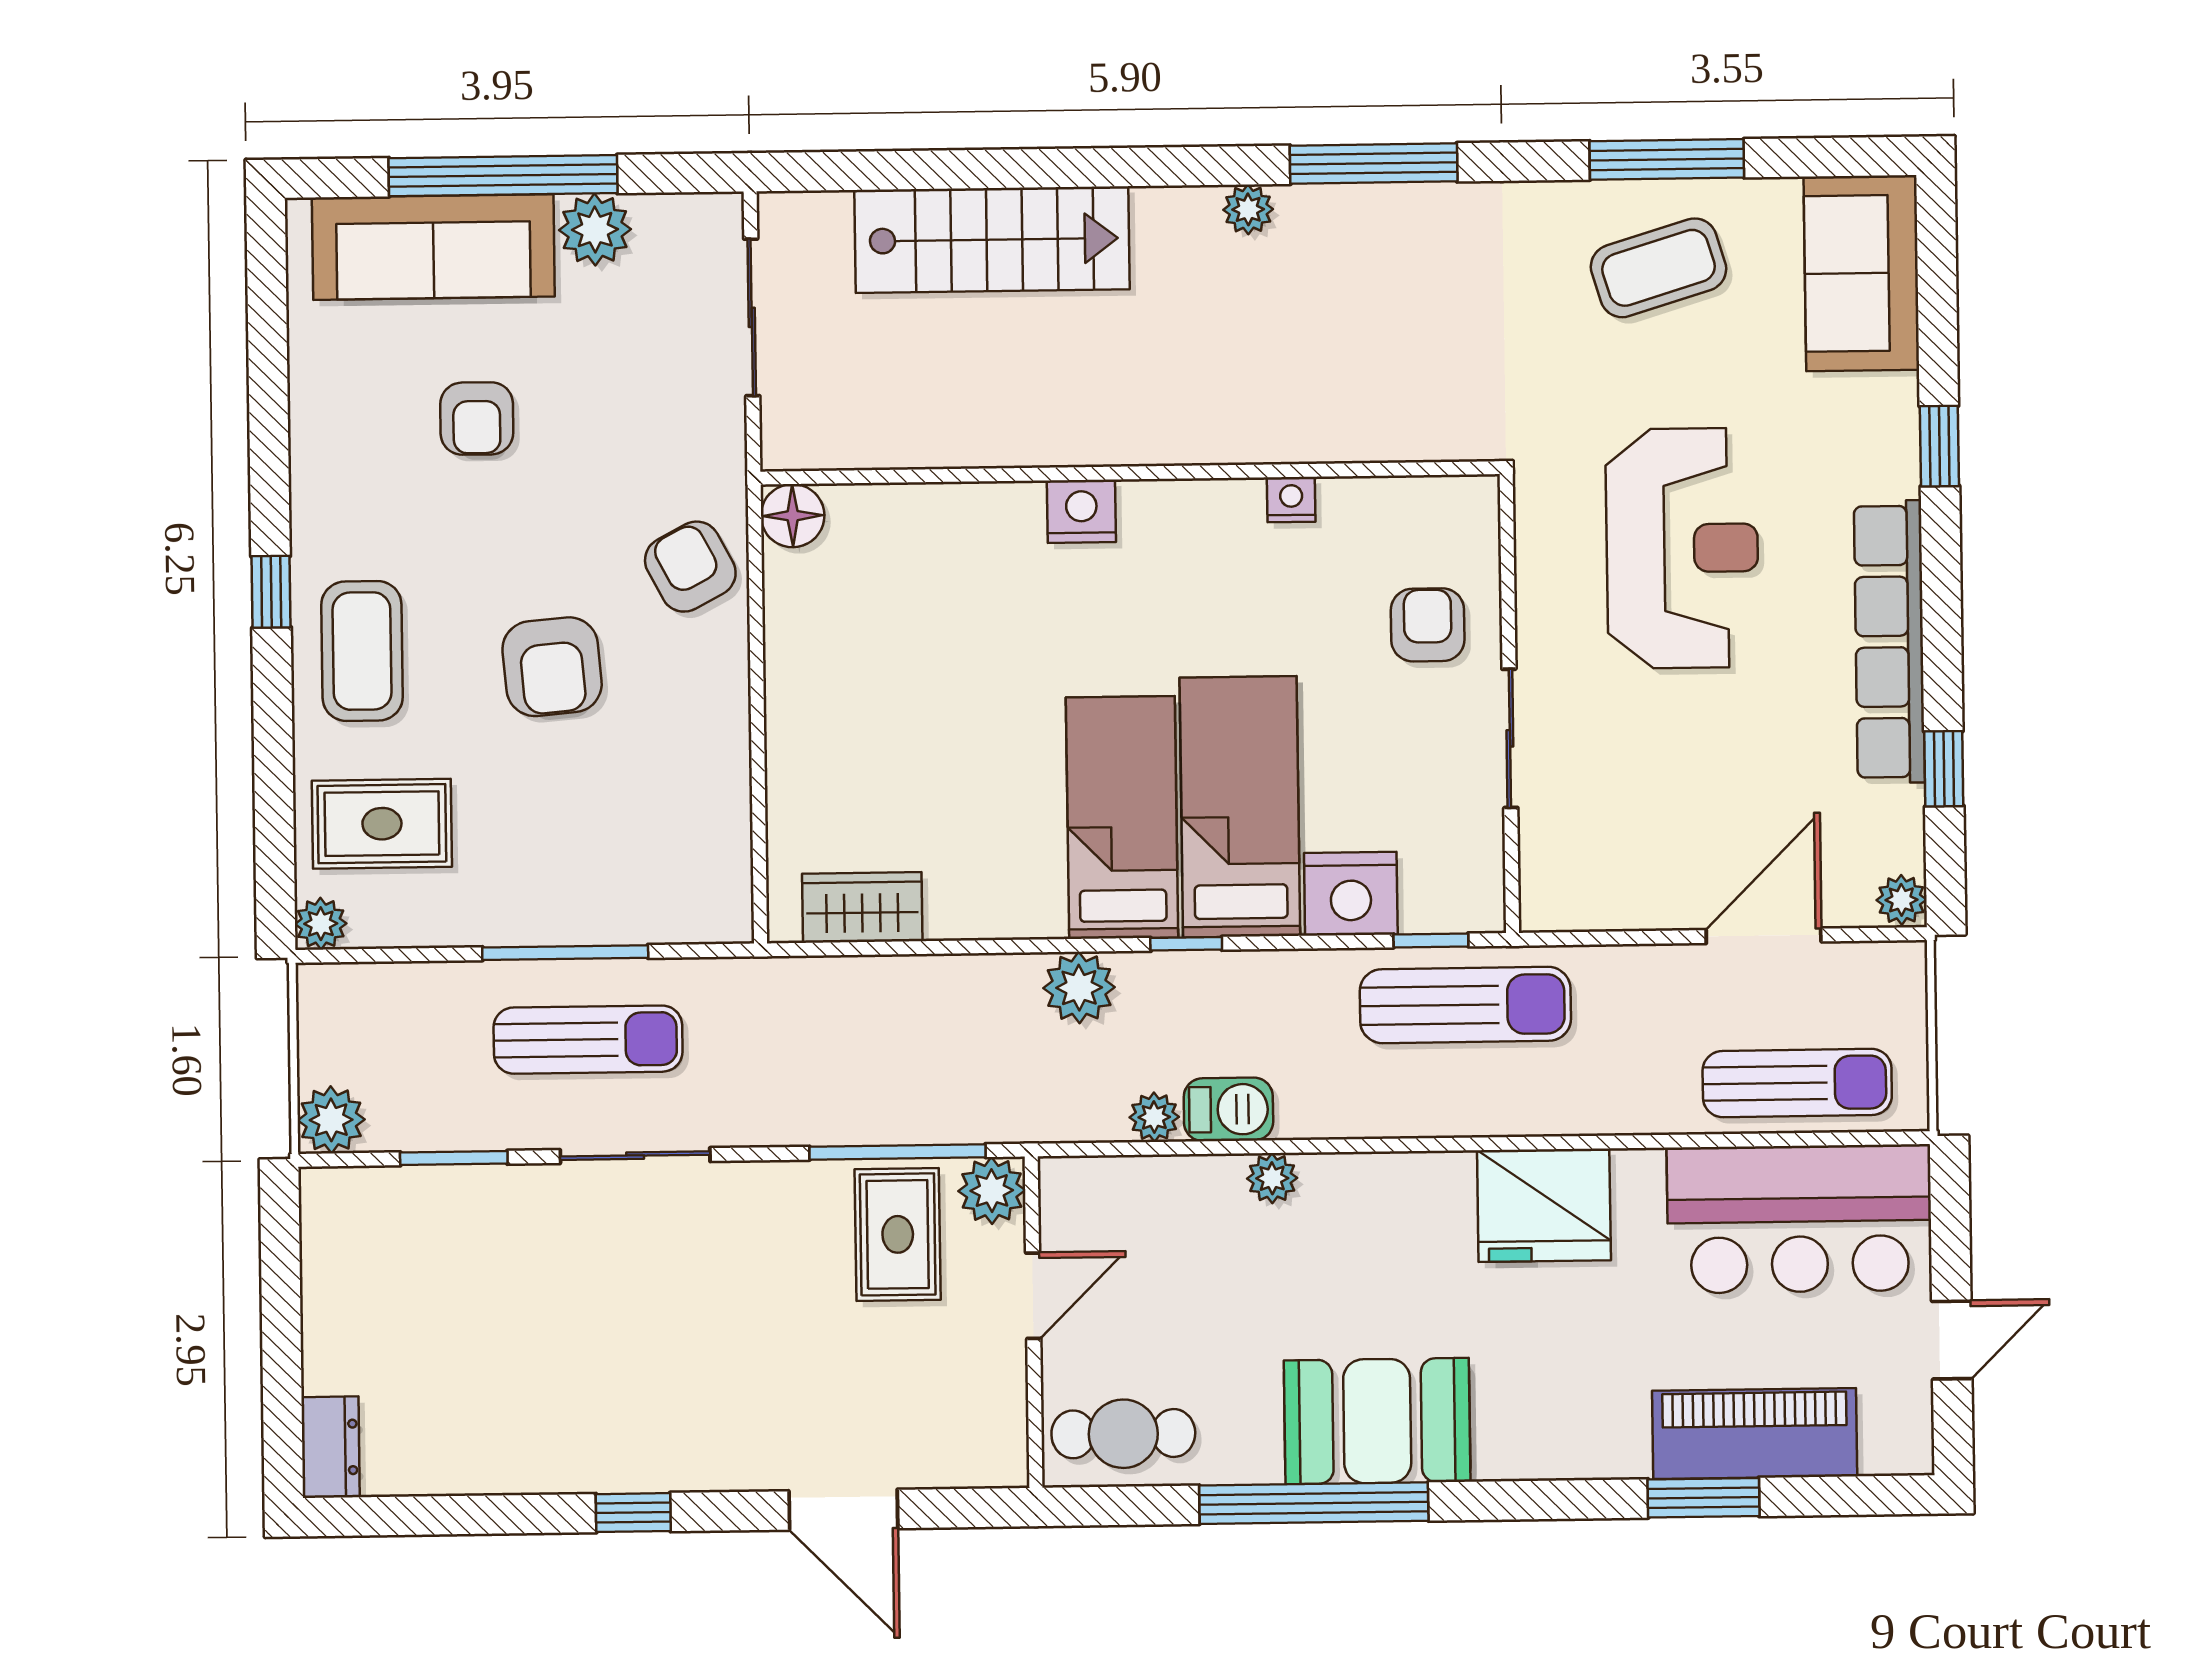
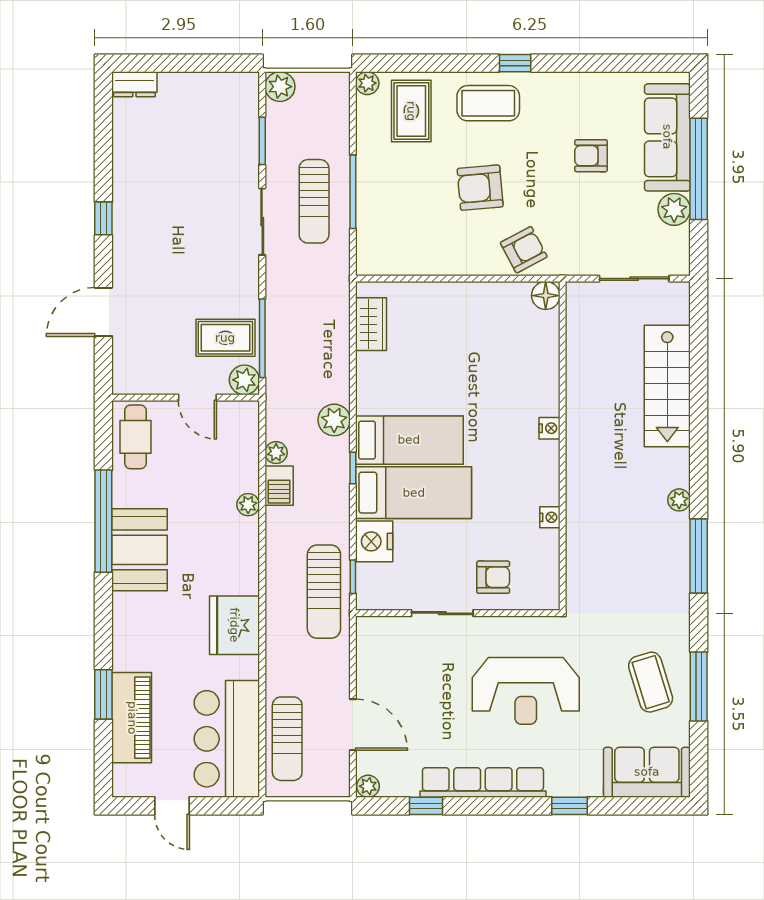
nightstand: (1081, 511) -> (550, 428), width x0.72, depth x0.74

